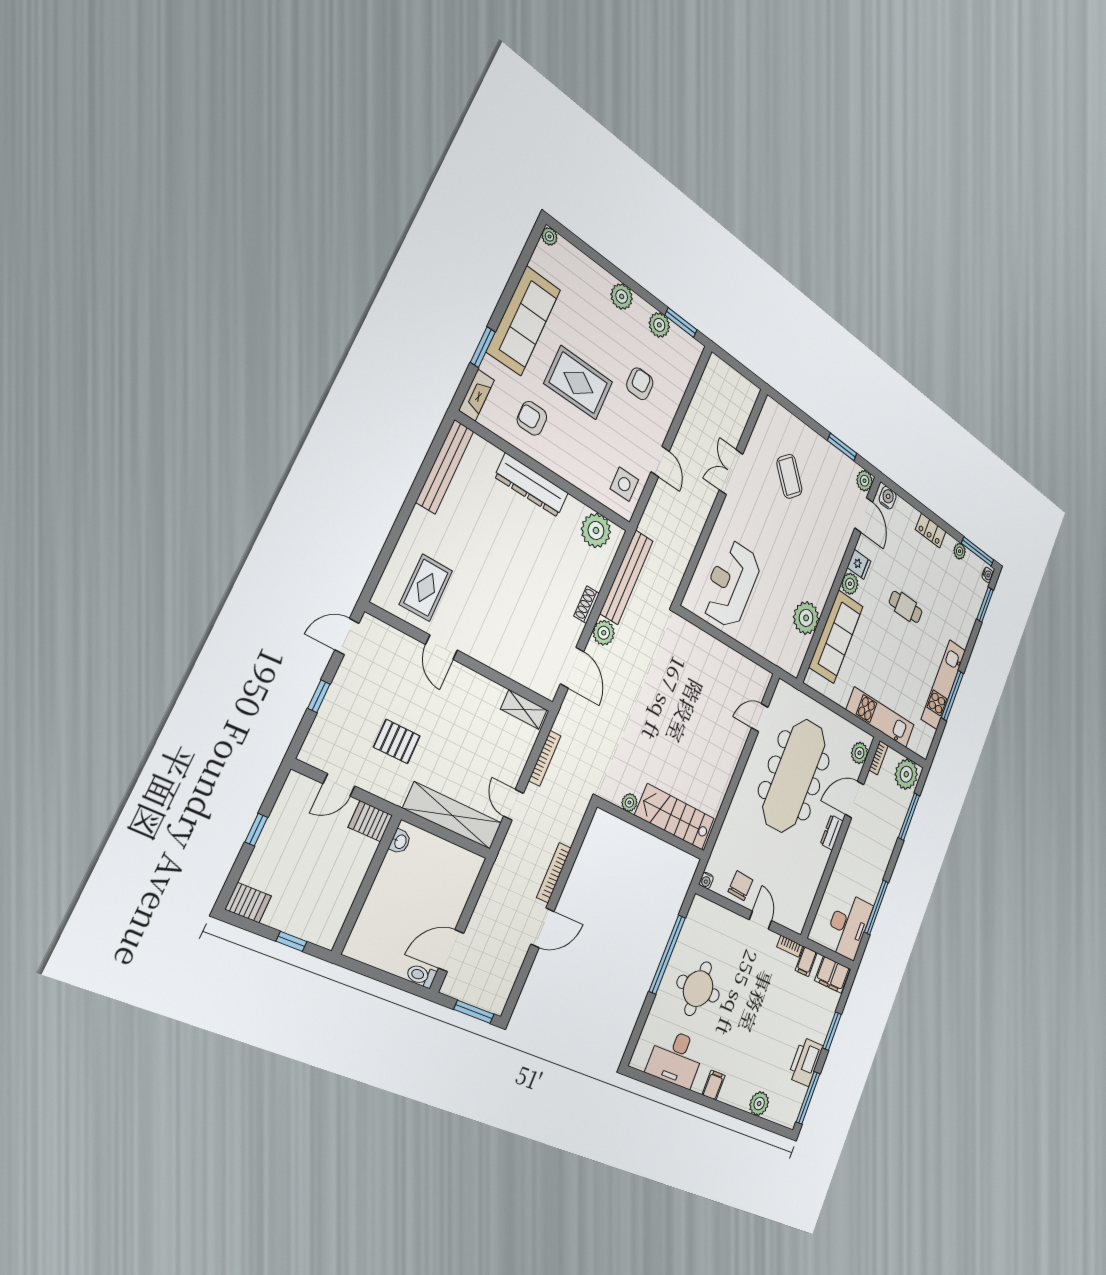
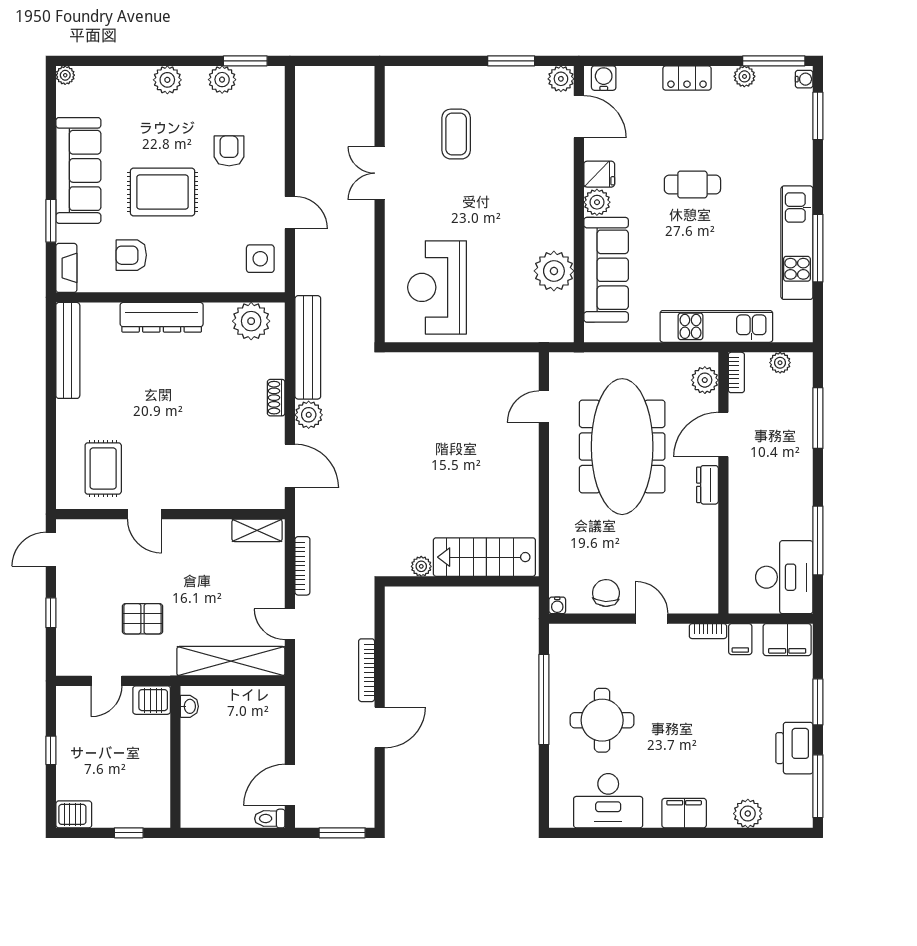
coffee table: (789, 476) -> (456, 134), turned 44
plant: (906, 774) -> (780, 363), width x0.53, depth x0.53
filing cabinet: (713, 1085) -> (684, 813), width x2.00

